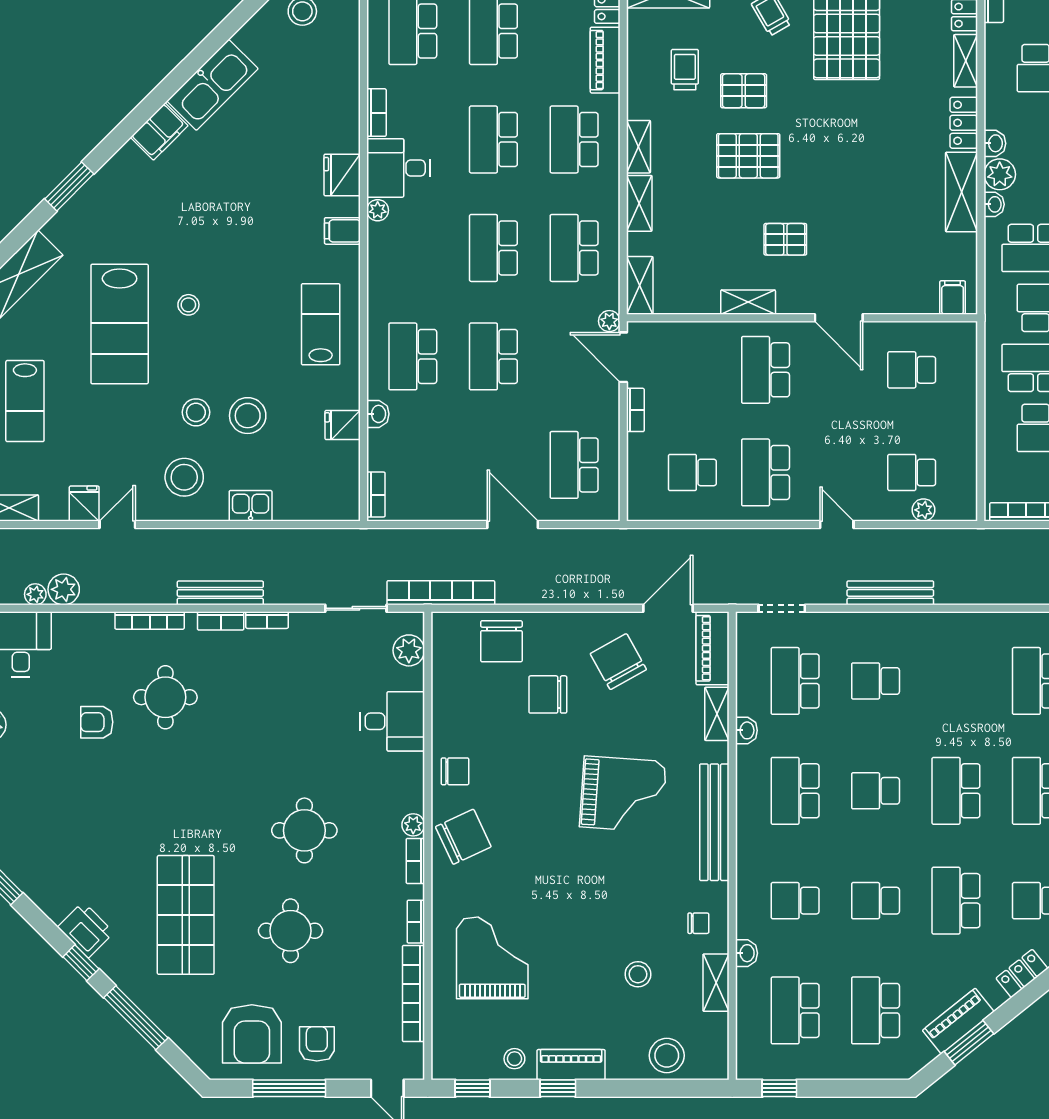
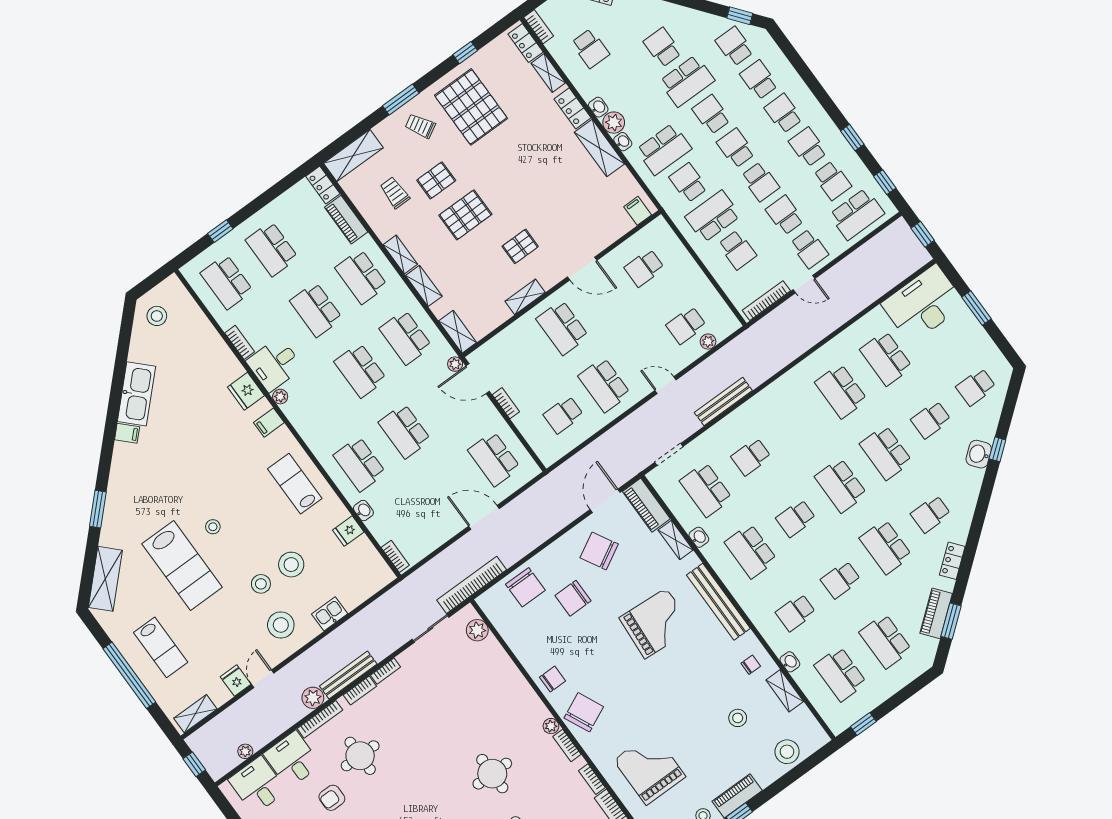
filing cabinet: (159, 131) -> (127, 433), width x0.50
plant: (64, 589) -> (313, 698), moved
desk: (392, 721) -> (292, 759), moved, turned -90

